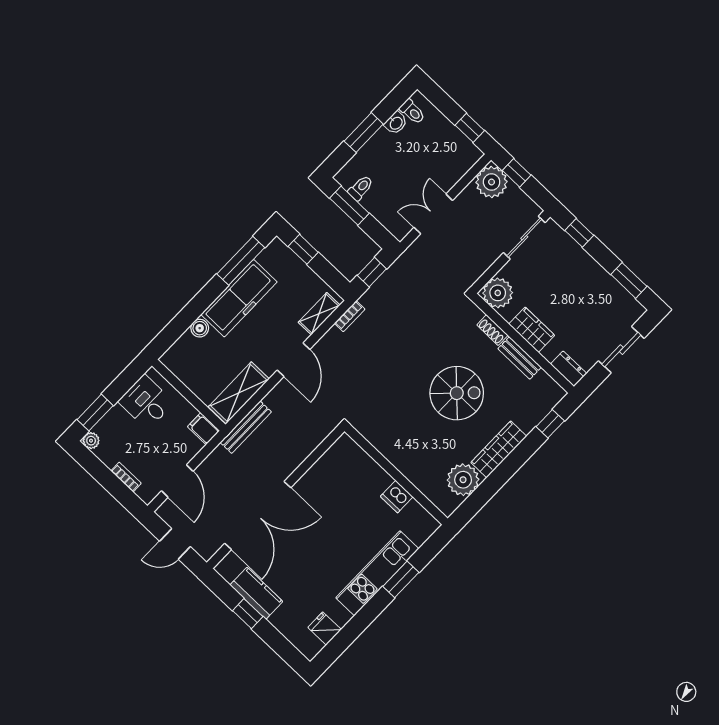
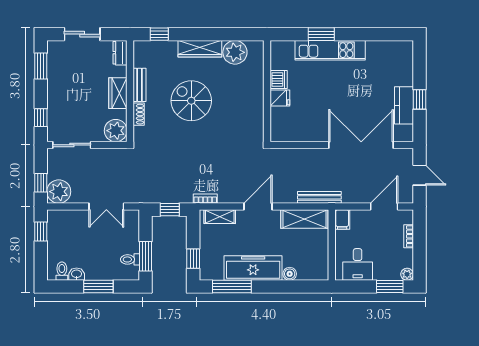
fridge: (325, 628) -> (280, 98), moved, turned -90

